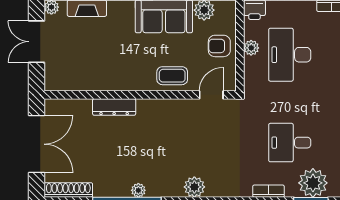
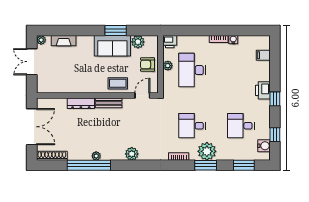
bench: (158, 107) -> (109, 103), added

